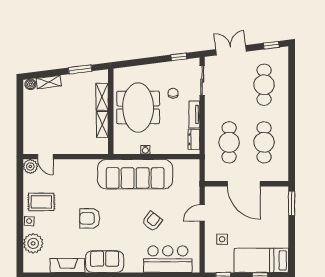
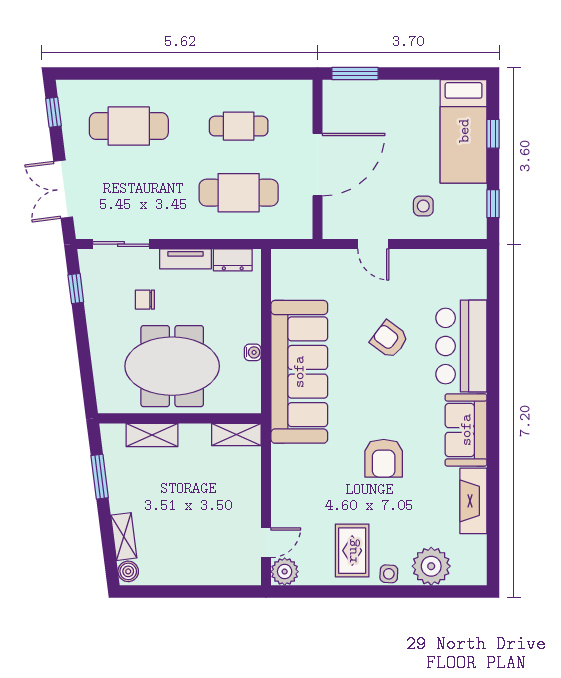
shelving: (102, 125) -> (236, 434), moved
cafe table: (264, 142) -> (239, 126), width x0.73, depth x0.74
bar counter: (168, 259) -> (461, 346), moved

